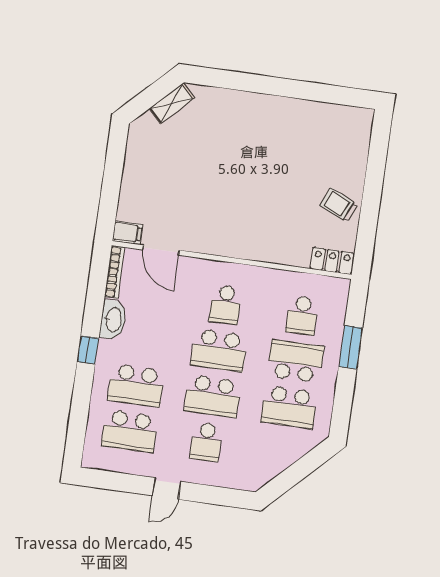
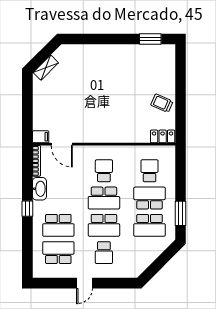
window: (334, 94) -> (150, 39), added
shelving: (172, 103) -> (46, 68), moved
school desk: (225, 305) -> (104, 171), turned 180
school desk: (302, 315) -> (150, 171), turned 180
window: (351, 347) -> (181, 213), moved
school desk: (130, 431) -> (58, 253), turned 180

